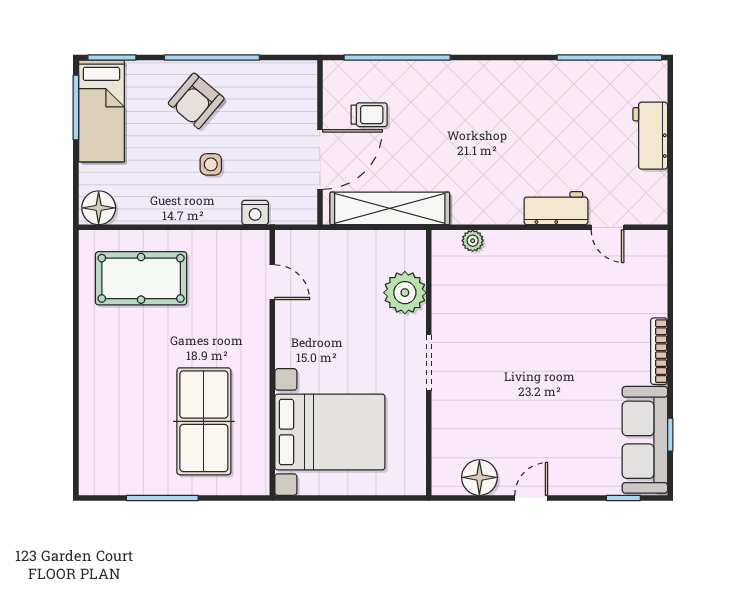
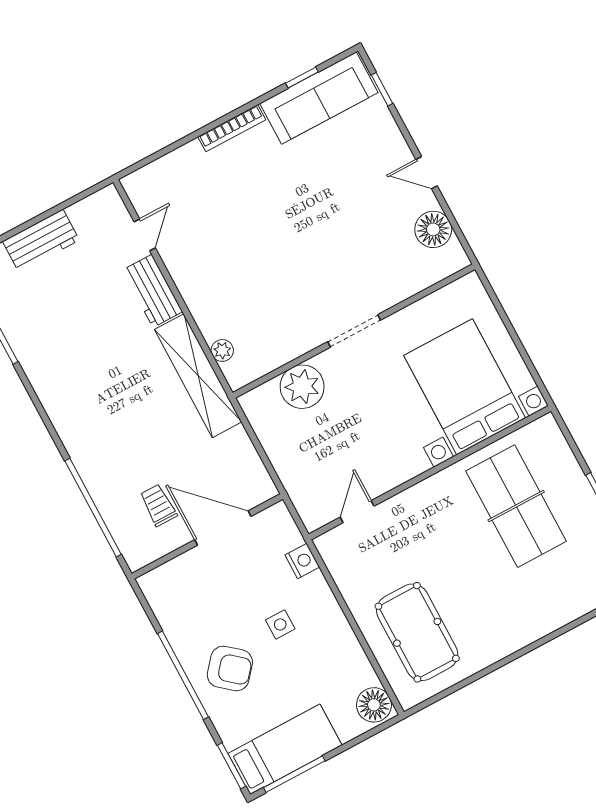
shelving: (390, 208) -> (198, 376), moved
table tennis table: (204, 421) -> (516, 506), turned 90

